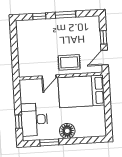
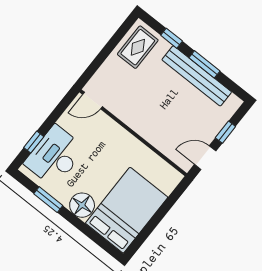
bench: (67, 23) -> (197, 76), added
rug: (69, 62) -> (138, 47), moved, turned 90
door: (49, 77) -> (92, 100), moved
bed: (81, 91) -> (127, 210), moved, turned 90

